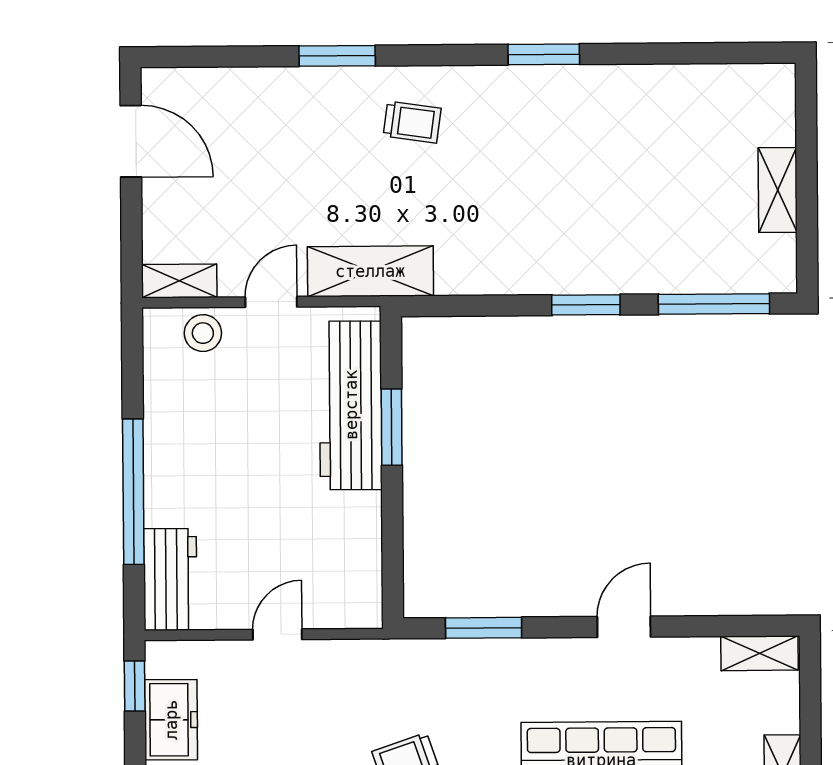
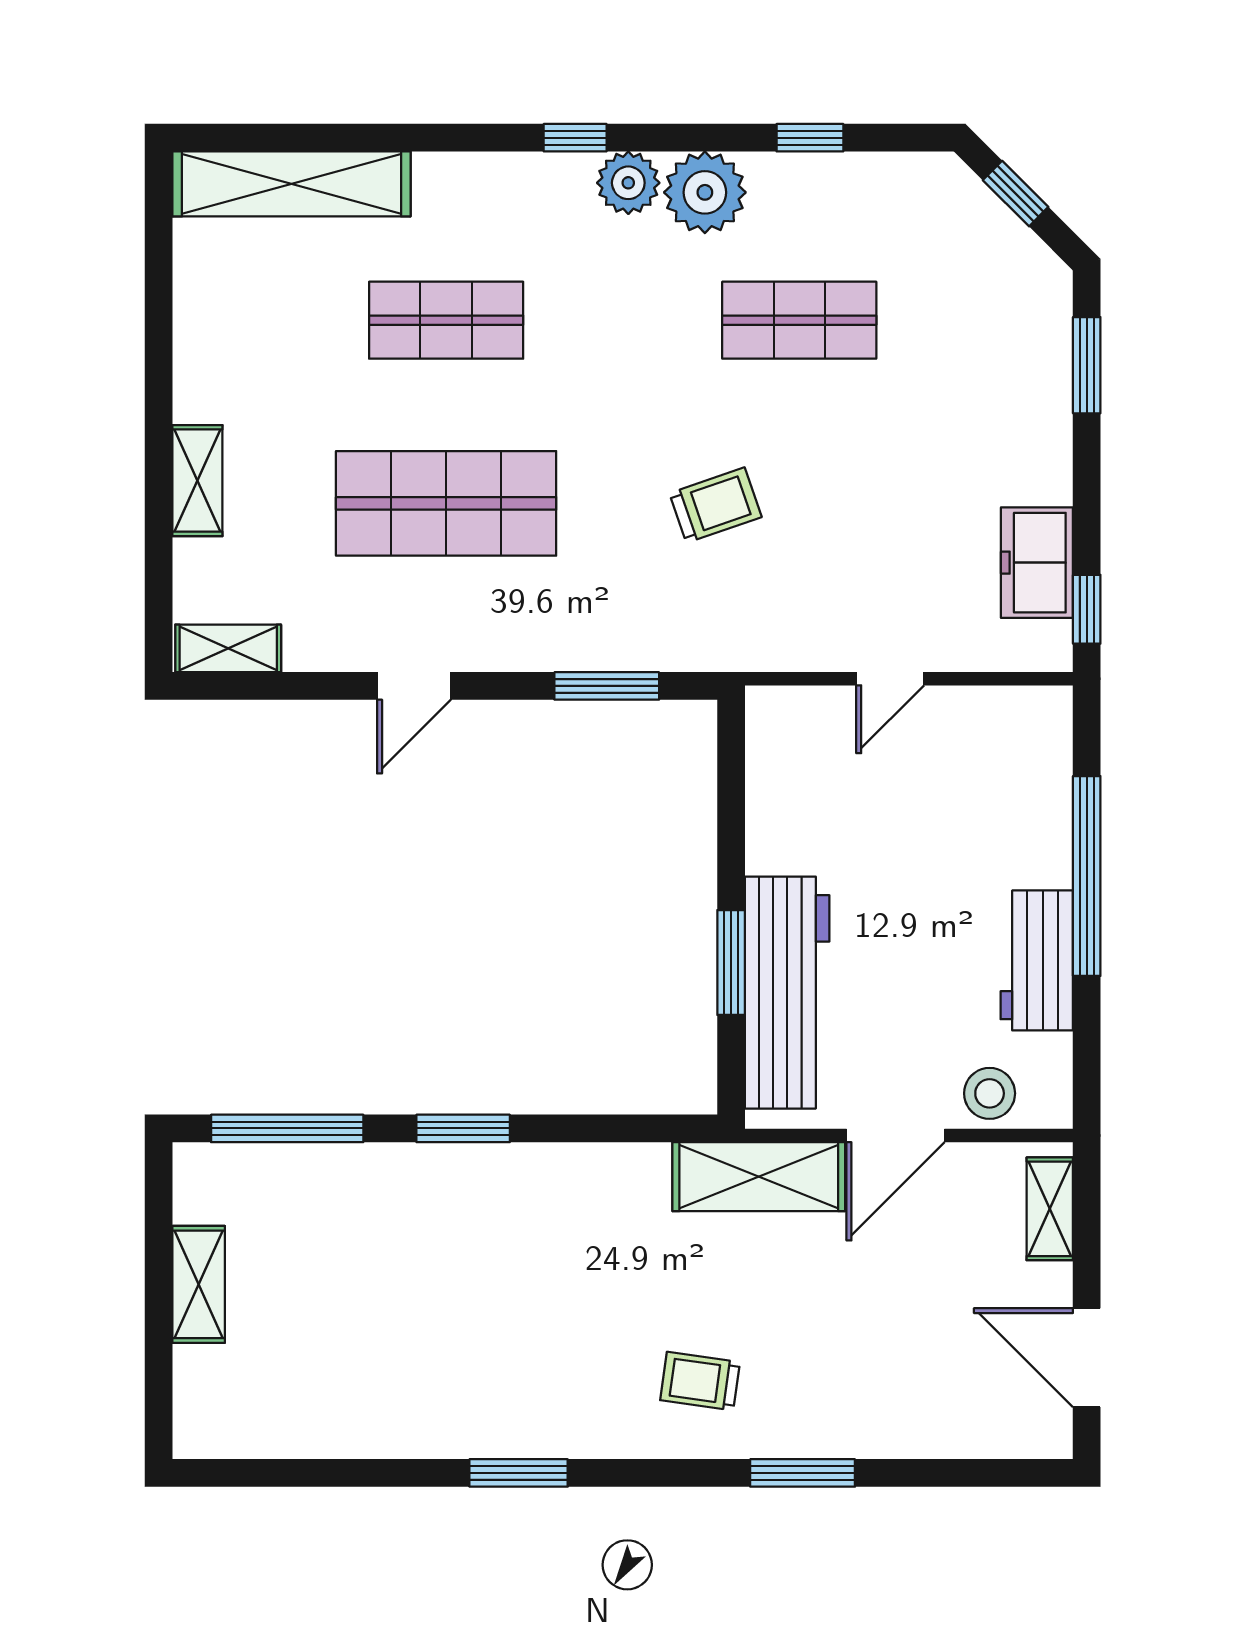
shelving: (179, 281) -> (1050, 1209), moved, turned 90
door: (271, 302) -> (896, 1136), width x1.38
workbench: (170, 579) -> (1037, 960), moved

